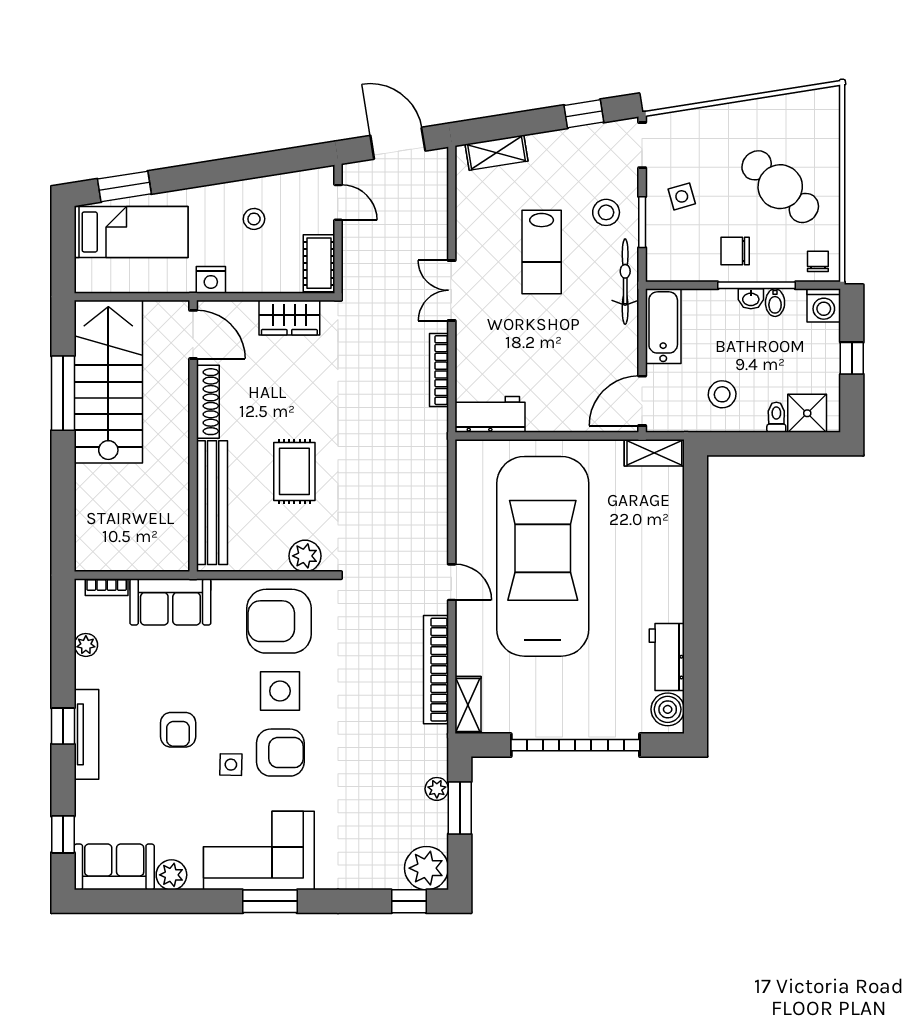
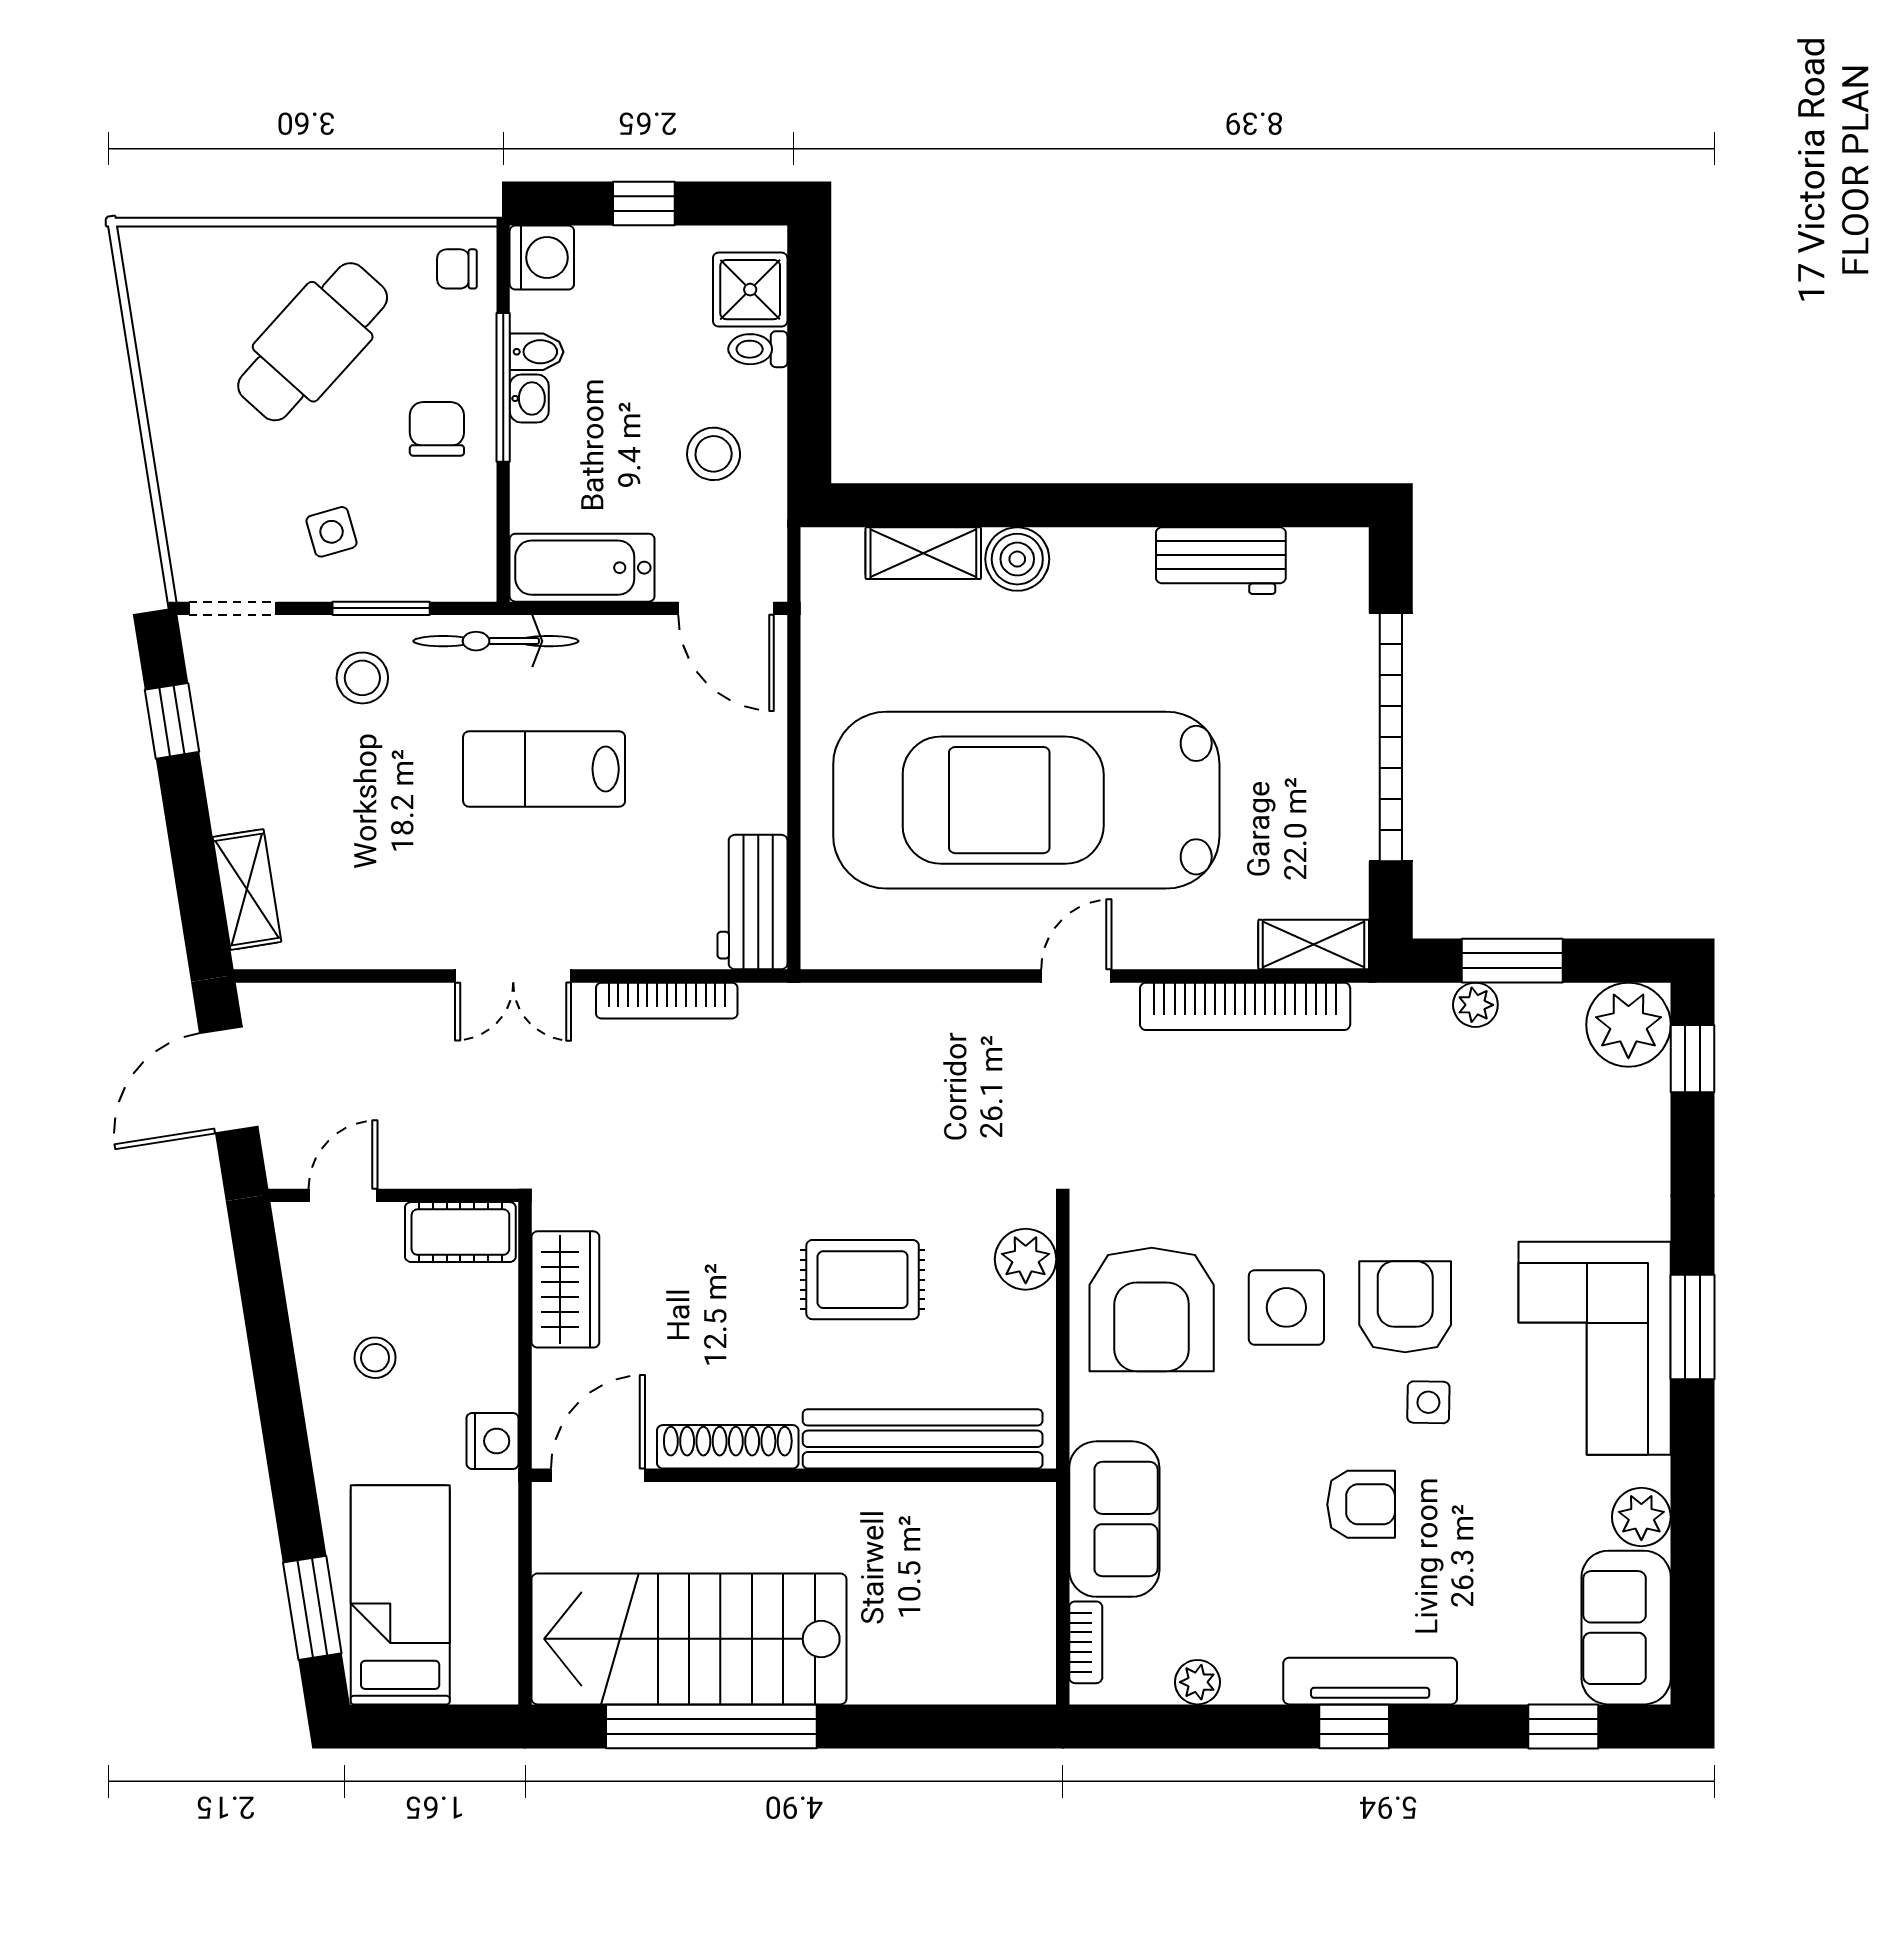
chair: (735, 251) -> (437, 429), turned 180
lab bench: (542, 252) -> (544, 769), moved, turned 180
window: (63, 393) -> (711, 1726), width x1.46
shelving: (654, 453) -> (923, 553), moved, turned 90
boiler: (668, 709) -> (1017, 559), moved

